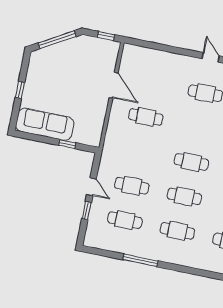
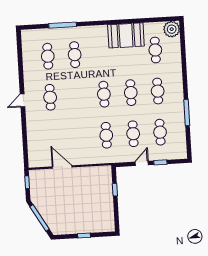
door: (114, 85) -> (62, 167), hinge flipped
cafe table: (146, 117) -> (106, 135), moved
sofa: (45, 124) -> (105, 210), removed

